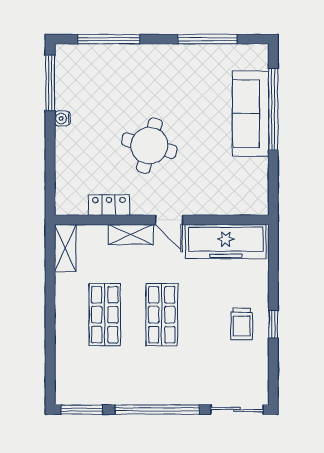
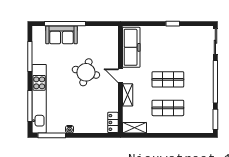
kitchen unit: (123, 58) -> (39, 99), added
sofa: (251, 114) -> (61, 35), width x0.73
round table: (149, 146) -> (86, 72), moved
locker: (109, 205) -> (113, 122), moved
door: (169, 220) -> (120, 76), swing flipped
trolley: (242, 324) -> (172, 39), removed

